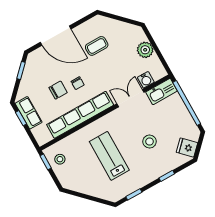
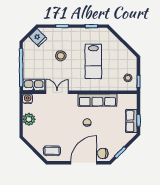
door: (56, 36) -> (84, 163), hinge flipped
coffee table: (97, 46) -> (52, 151), moved
water cooler: (146, 80) -> (28, 99), moved
chair: (58, 90) -> (103, 153), moved
double door: (130, 98) -> (57, 92), swing flipped
row of seats: (80, 115) -> (97, 100), width x0.73

